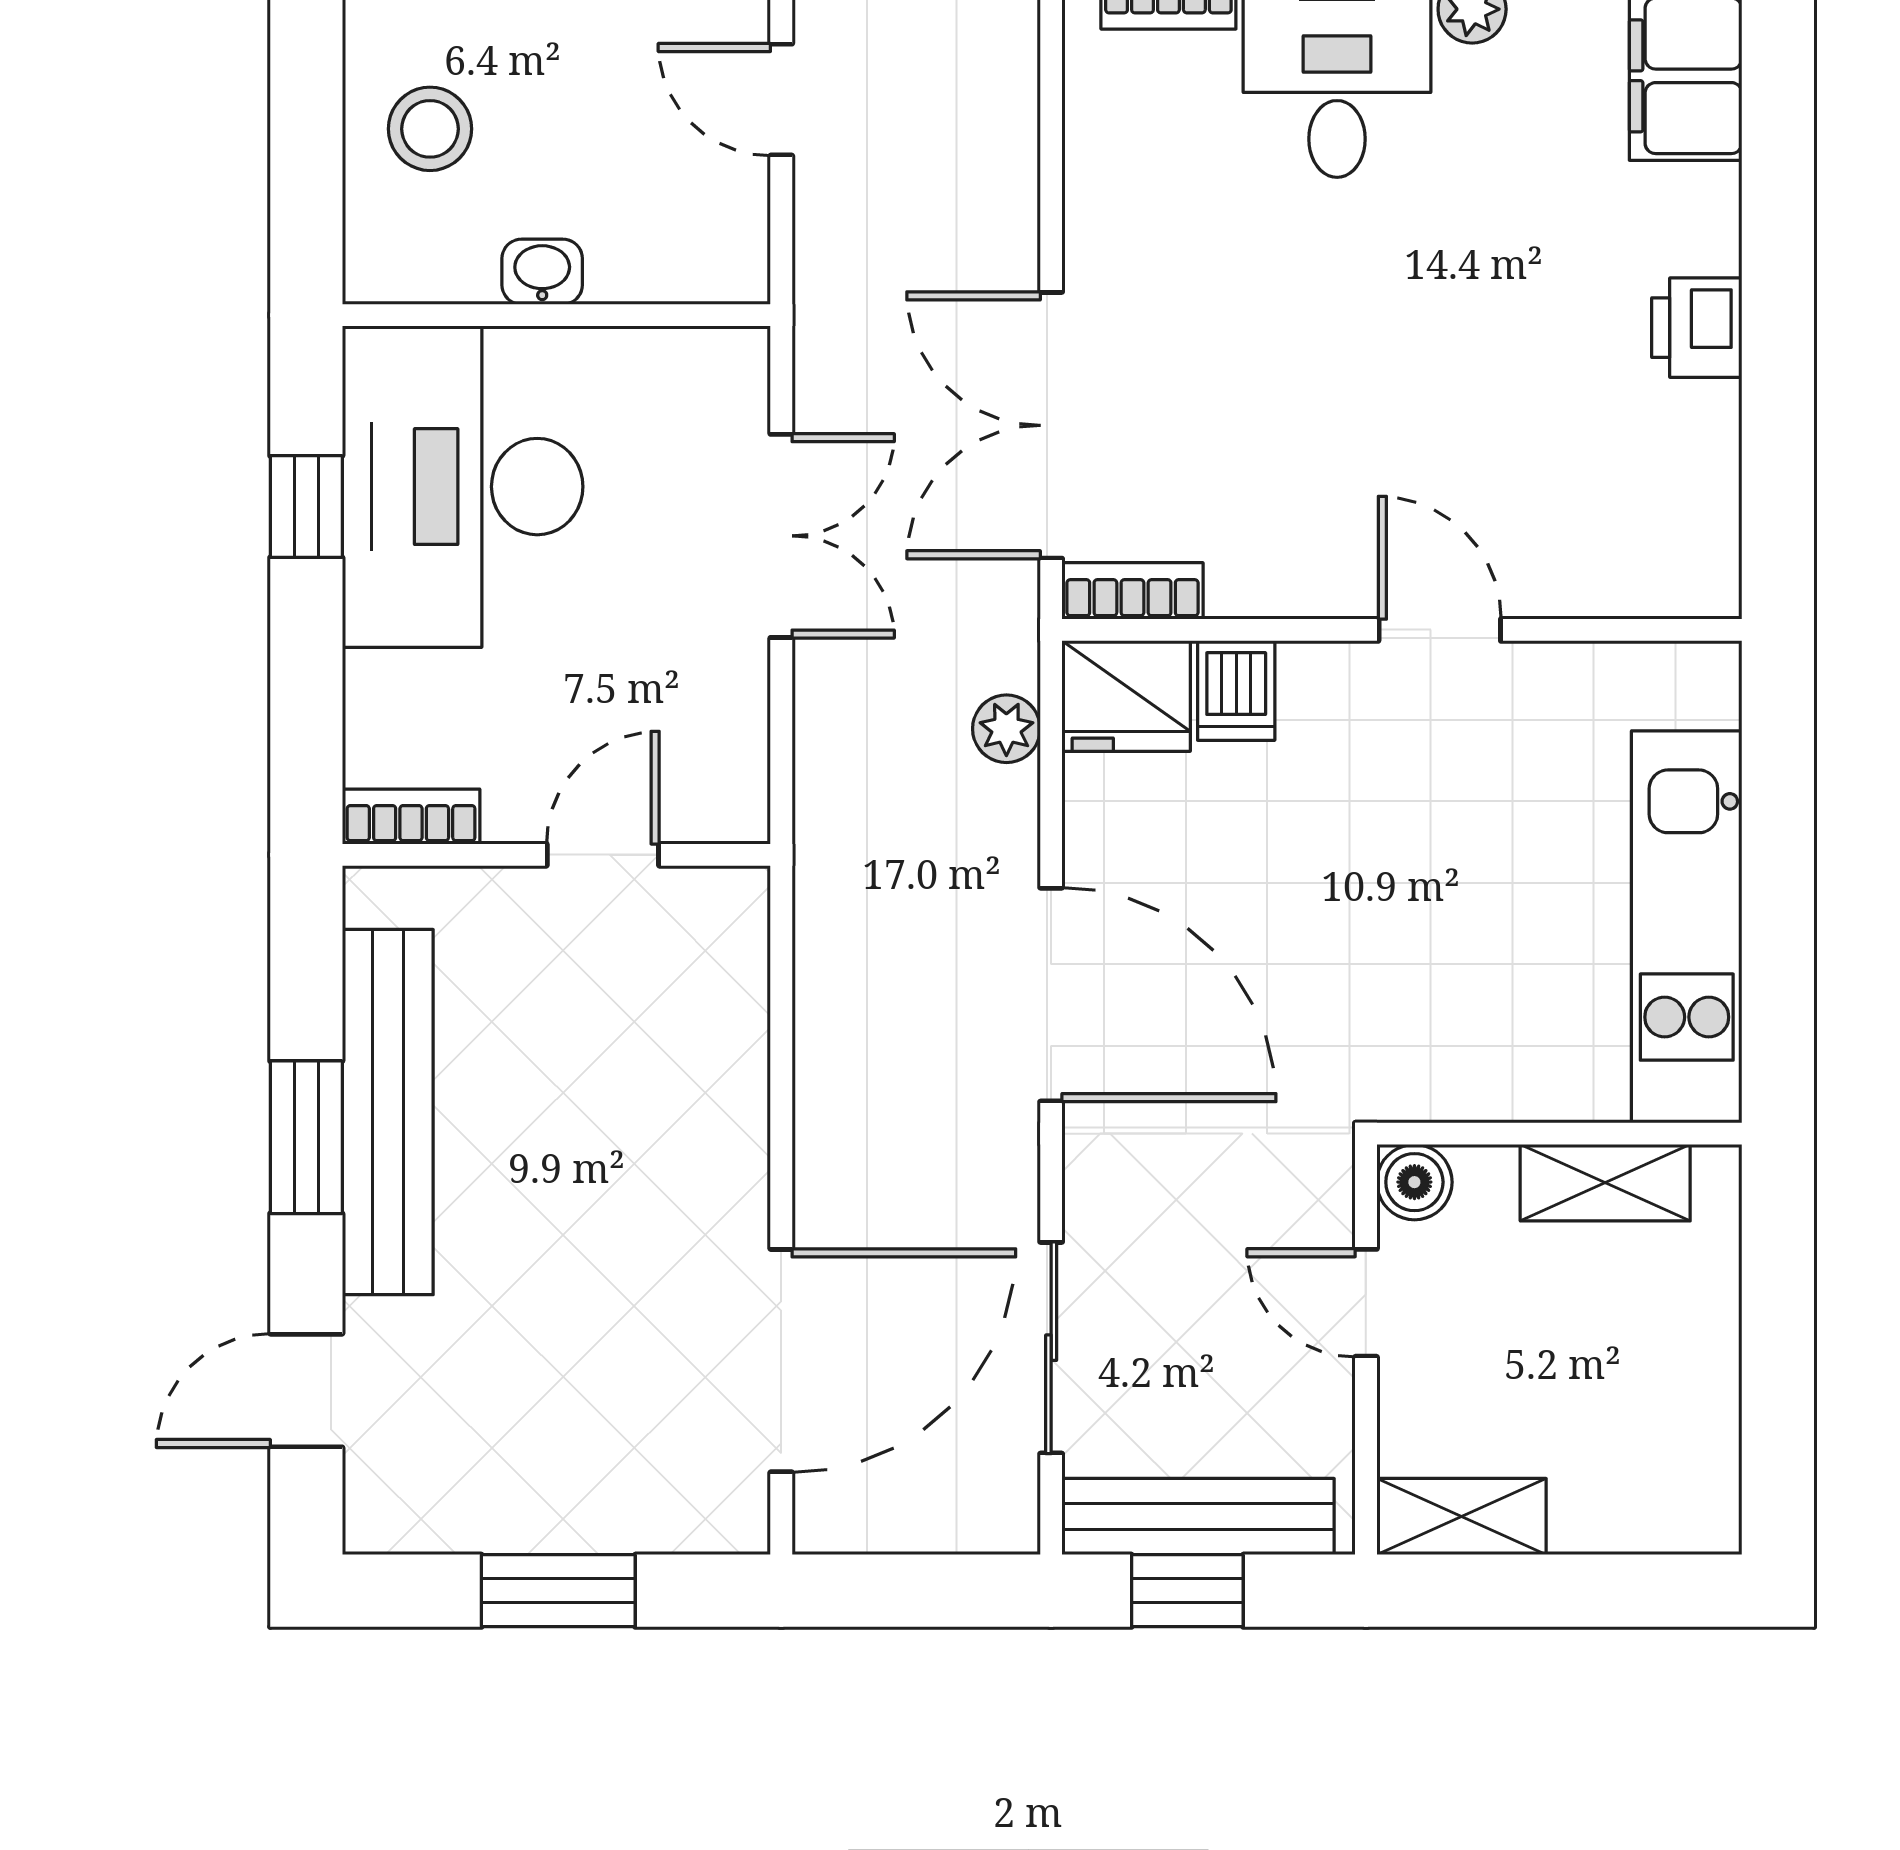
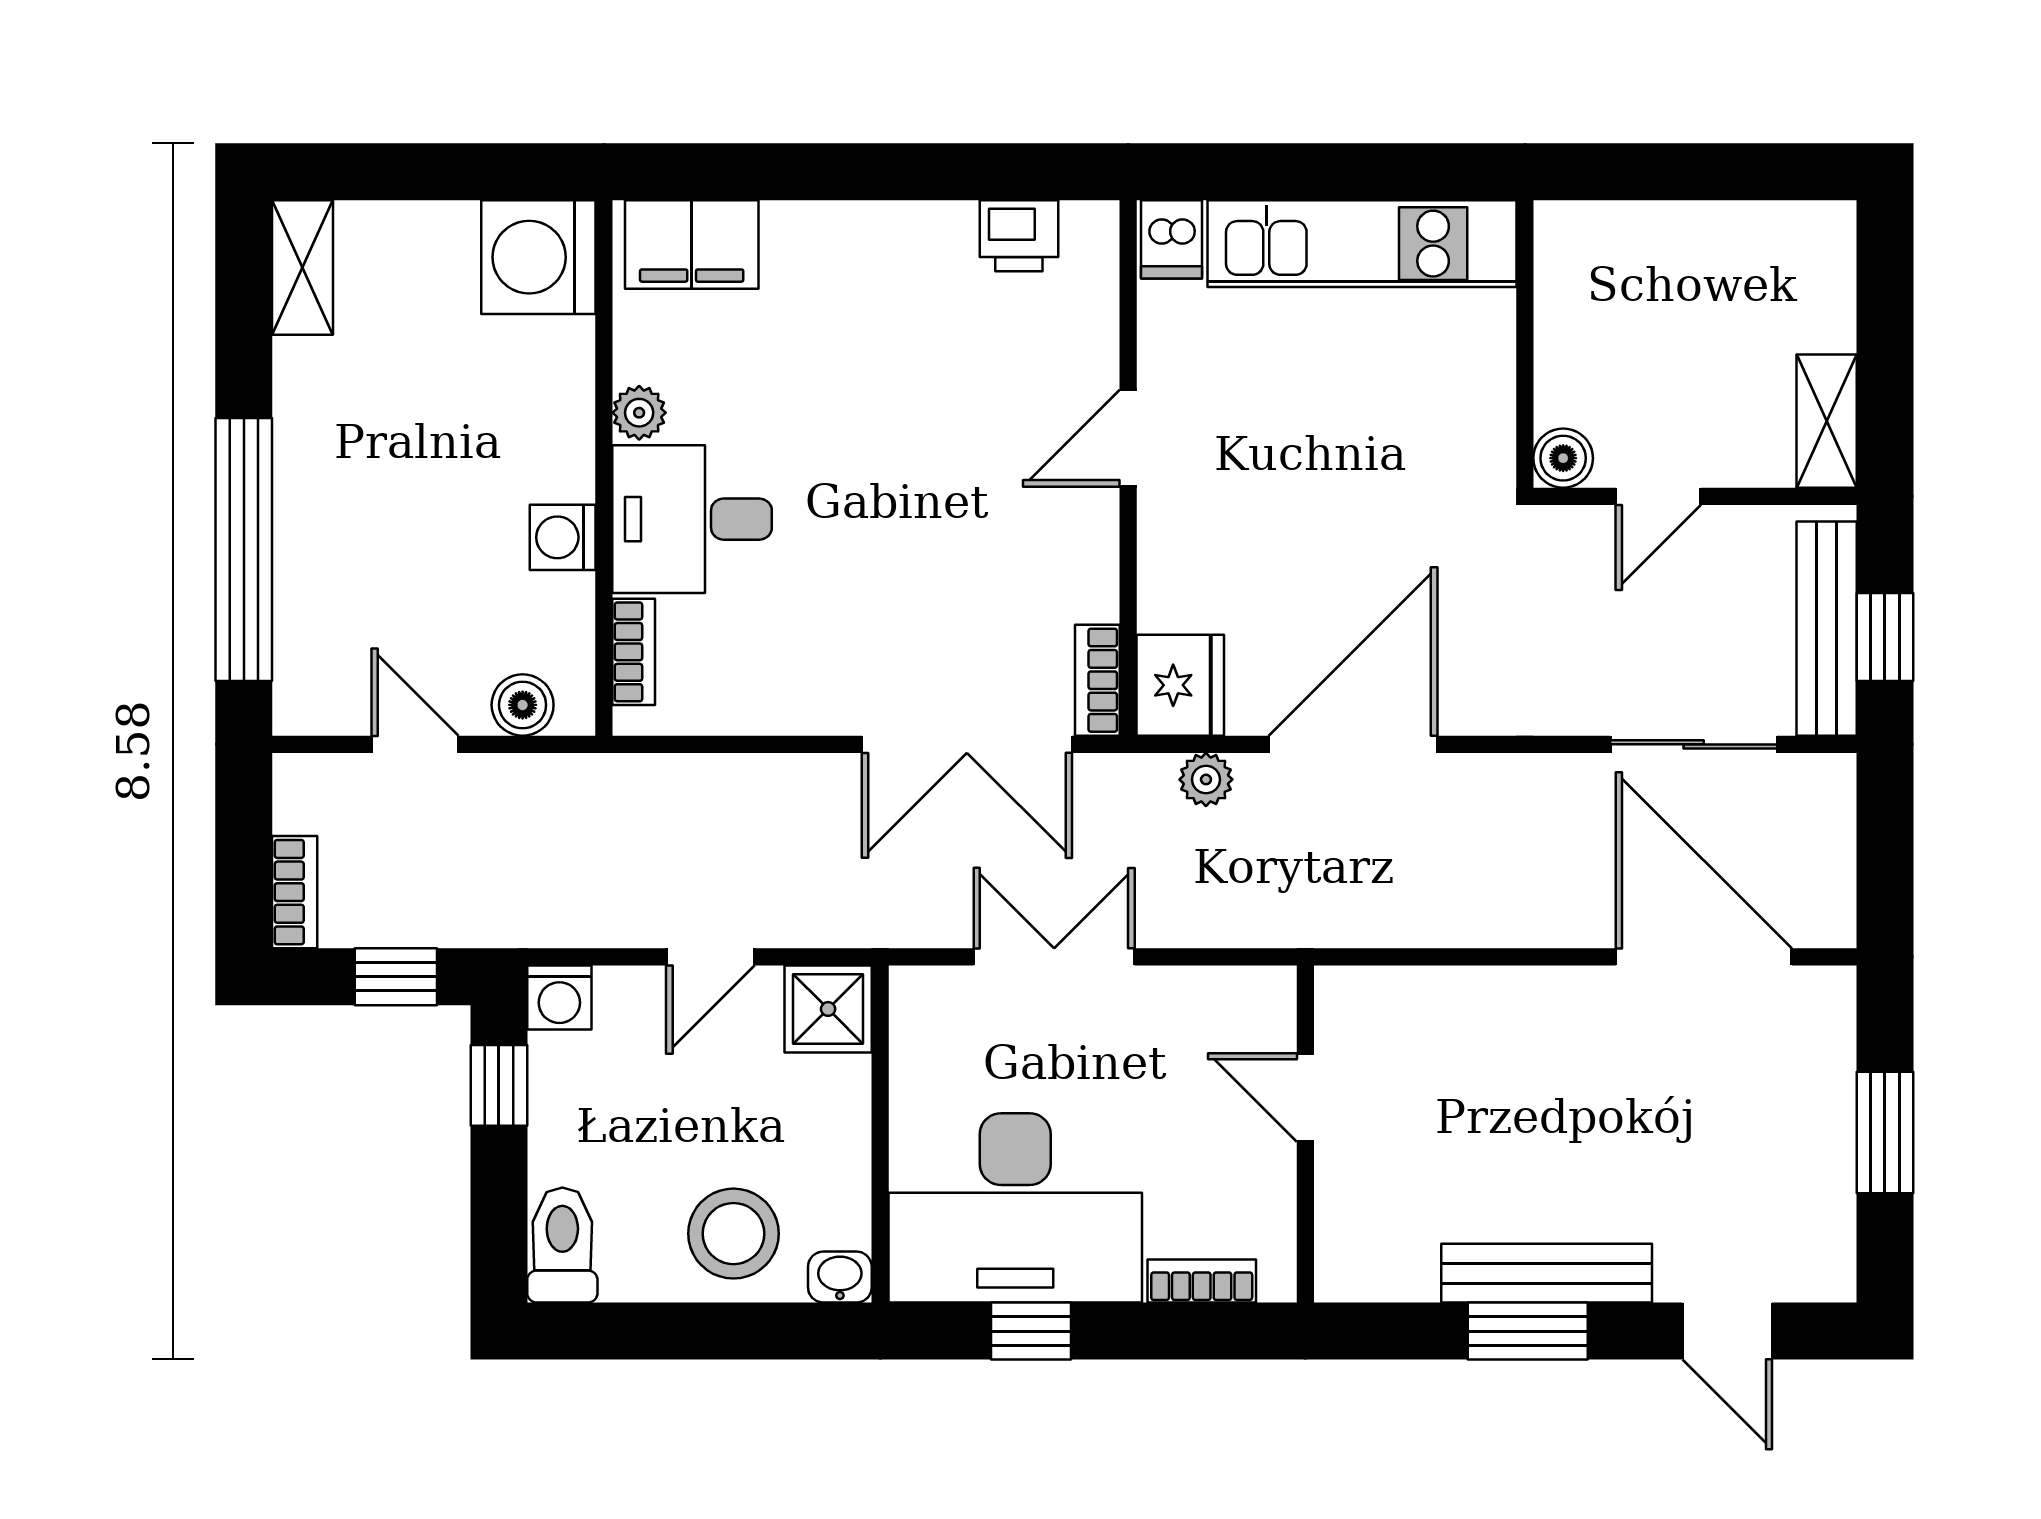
stool: (430, 129) -> (733, 1234), width x1.38, depth x1.38
shower: (715, 249) -> (828, 1009), added
washbasin: (542, 272) -> (840, 1277), moved, turned 90
printer: (1697, 328) -> (1019, 236), moved
dishwasher: (1236, 691) -> (1171, 239), moved, turned 90
bookcase: (411, 817) -> (1202, 1281), moved, turned 90
door: (1051, 995) -> (1353, 744), moved
bench: (388, 1112) -> (1547, 1273), width x0.73, depth x0.82
shelving: (1605, 1183) -> (1564, 308), removed

